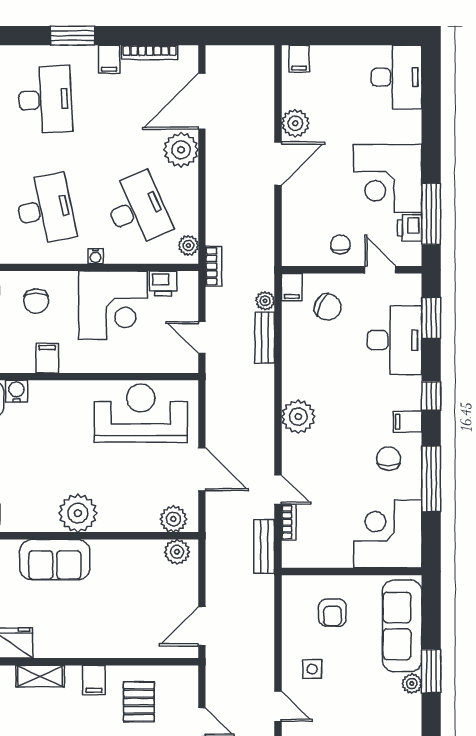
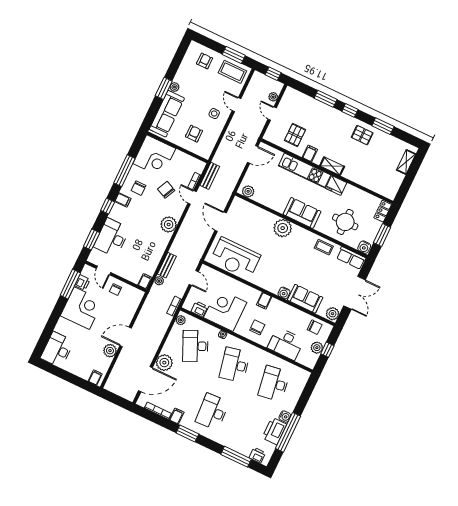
chair: (328, 307) -> (166, 190), moved
plant: (173, 519) -> (243, 206), removed
kitchen unit: (89, 643) -> (305, 170), added

